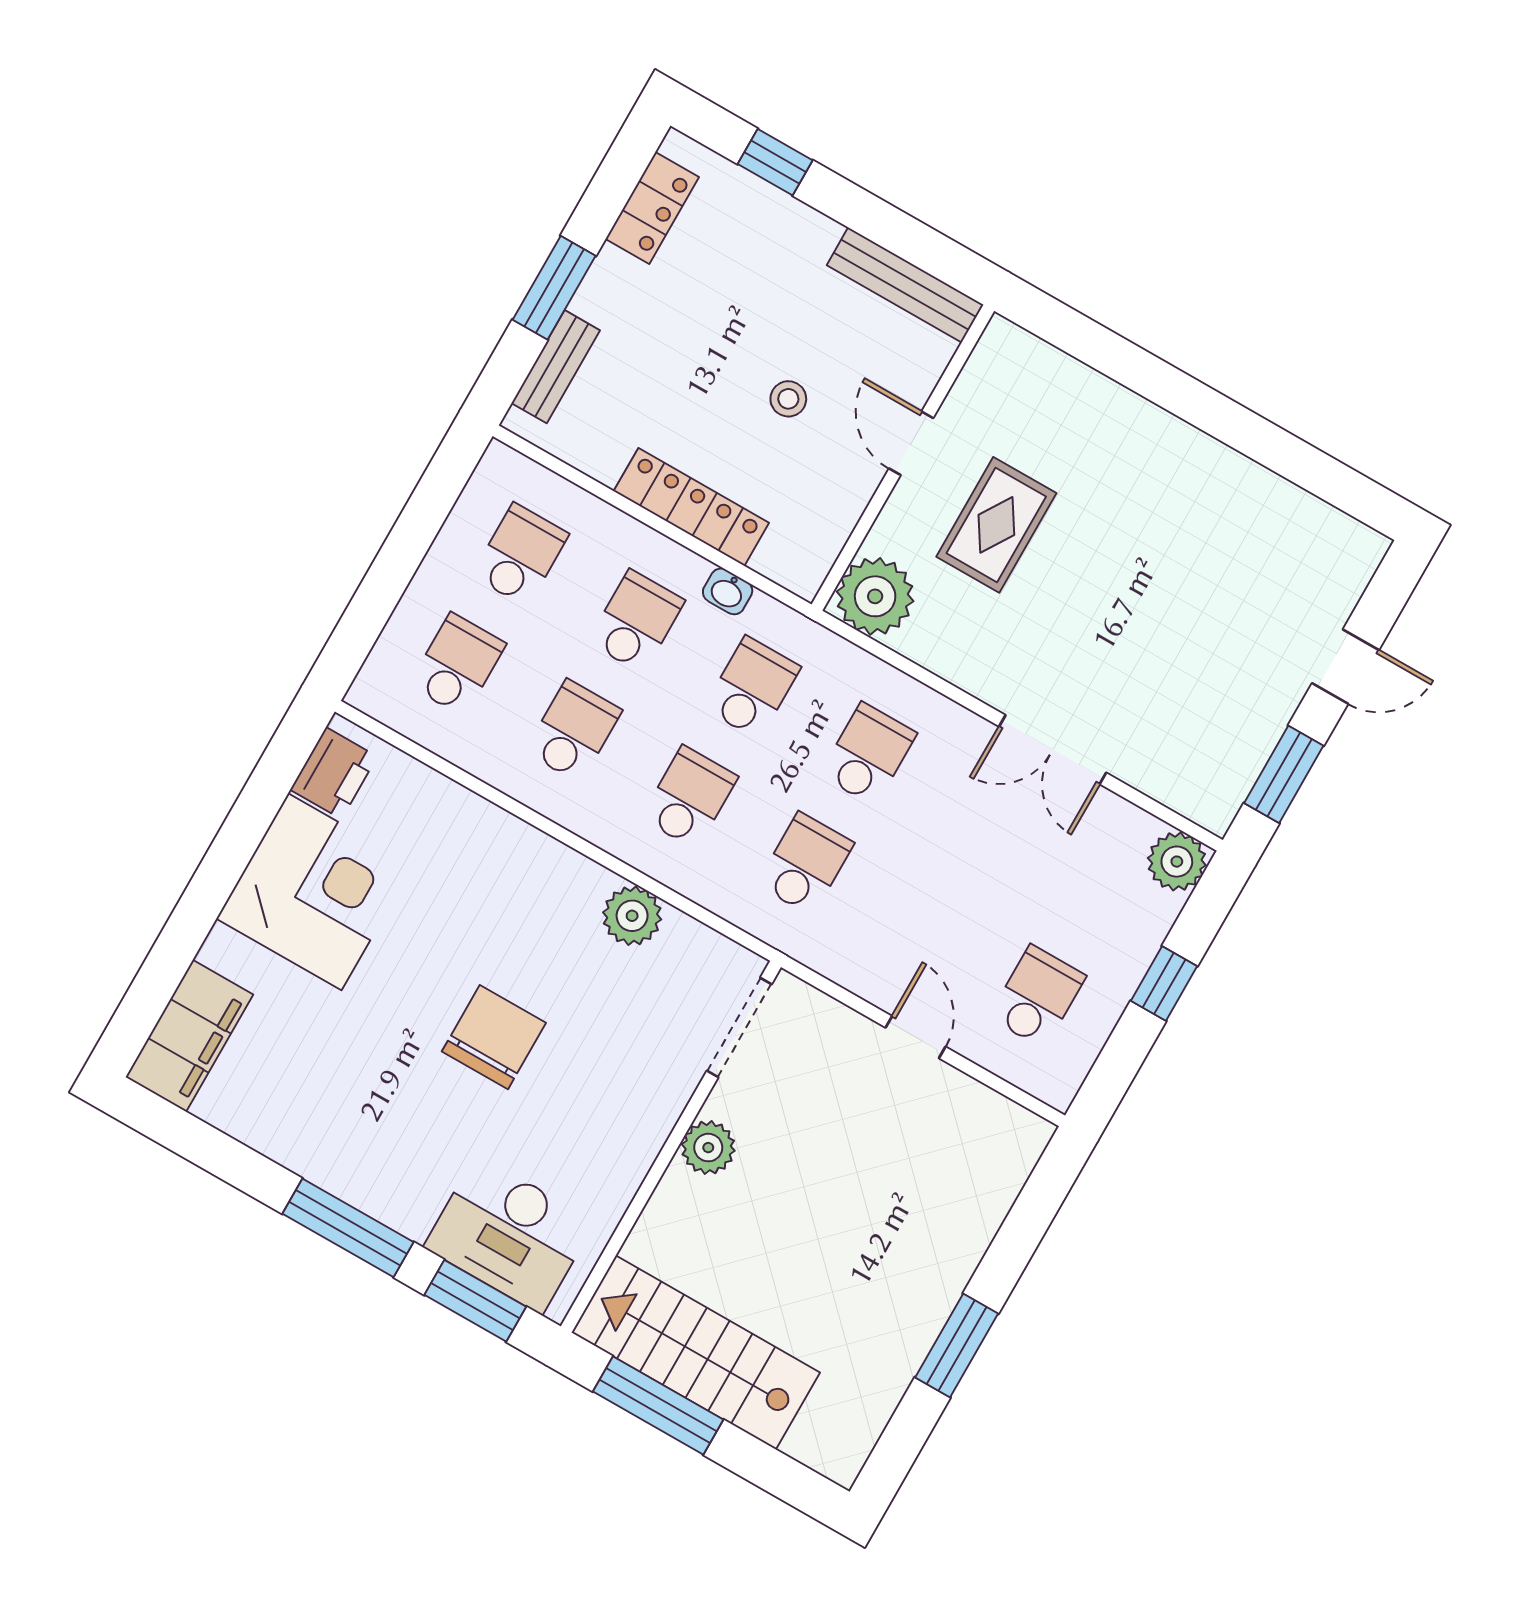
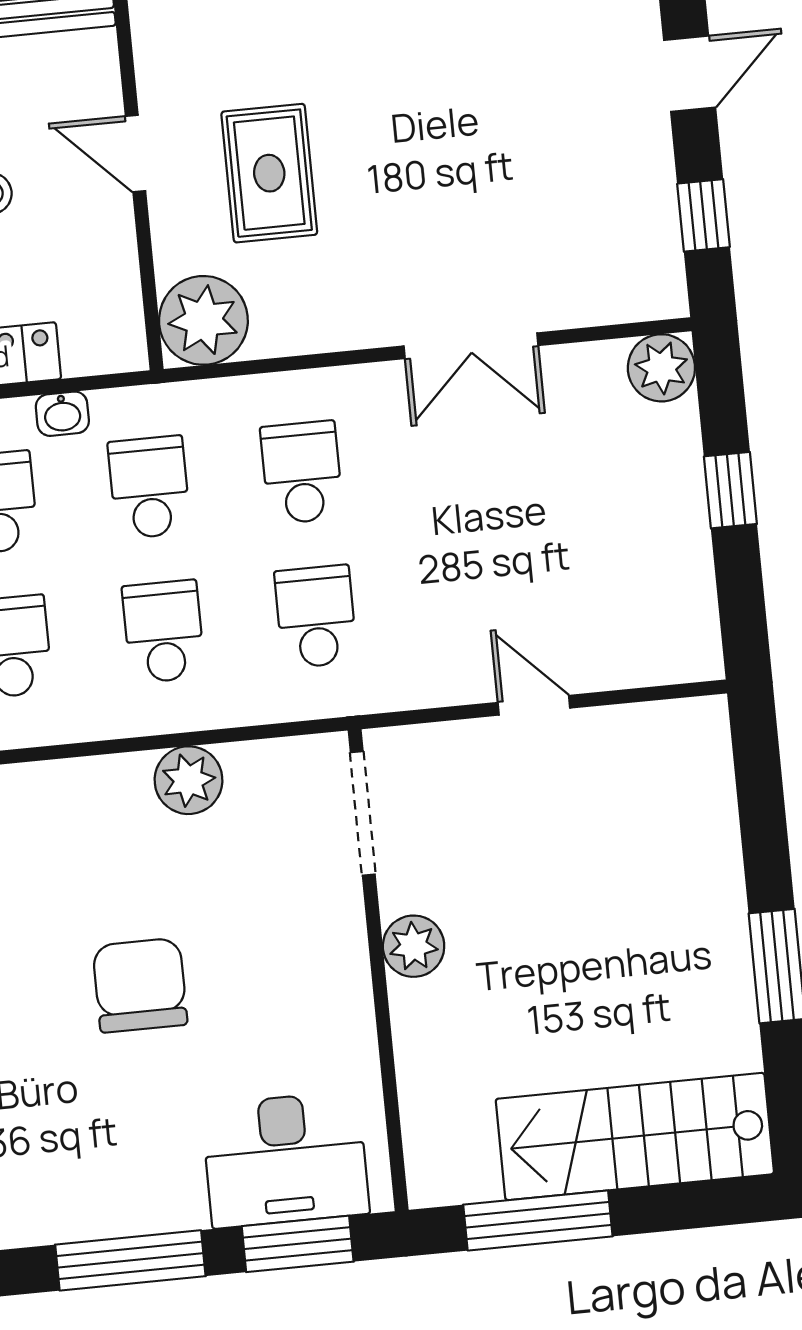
window: (1284, 774) -> (703, 215), width x0.67
school desk: (1037, 997) -> (621, 587), removed
stairs: (696, 1353) -> (635, 1136), moved

